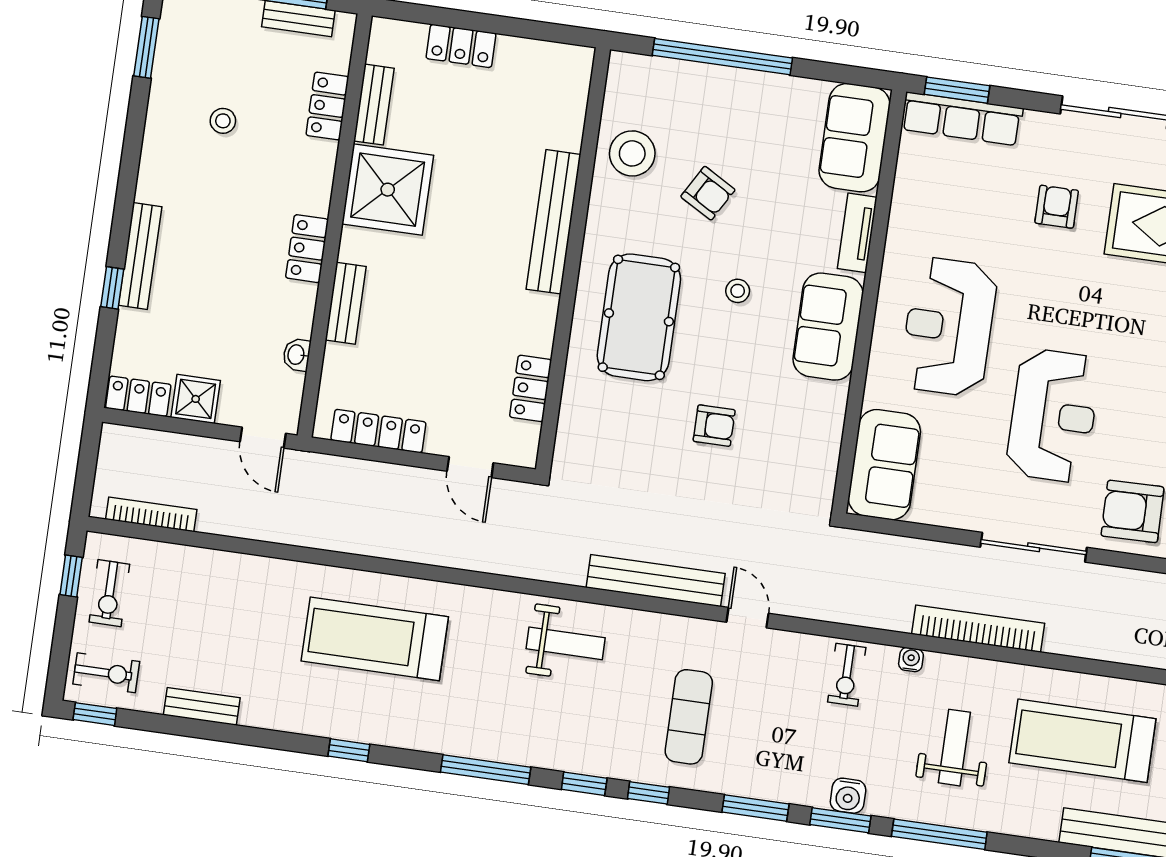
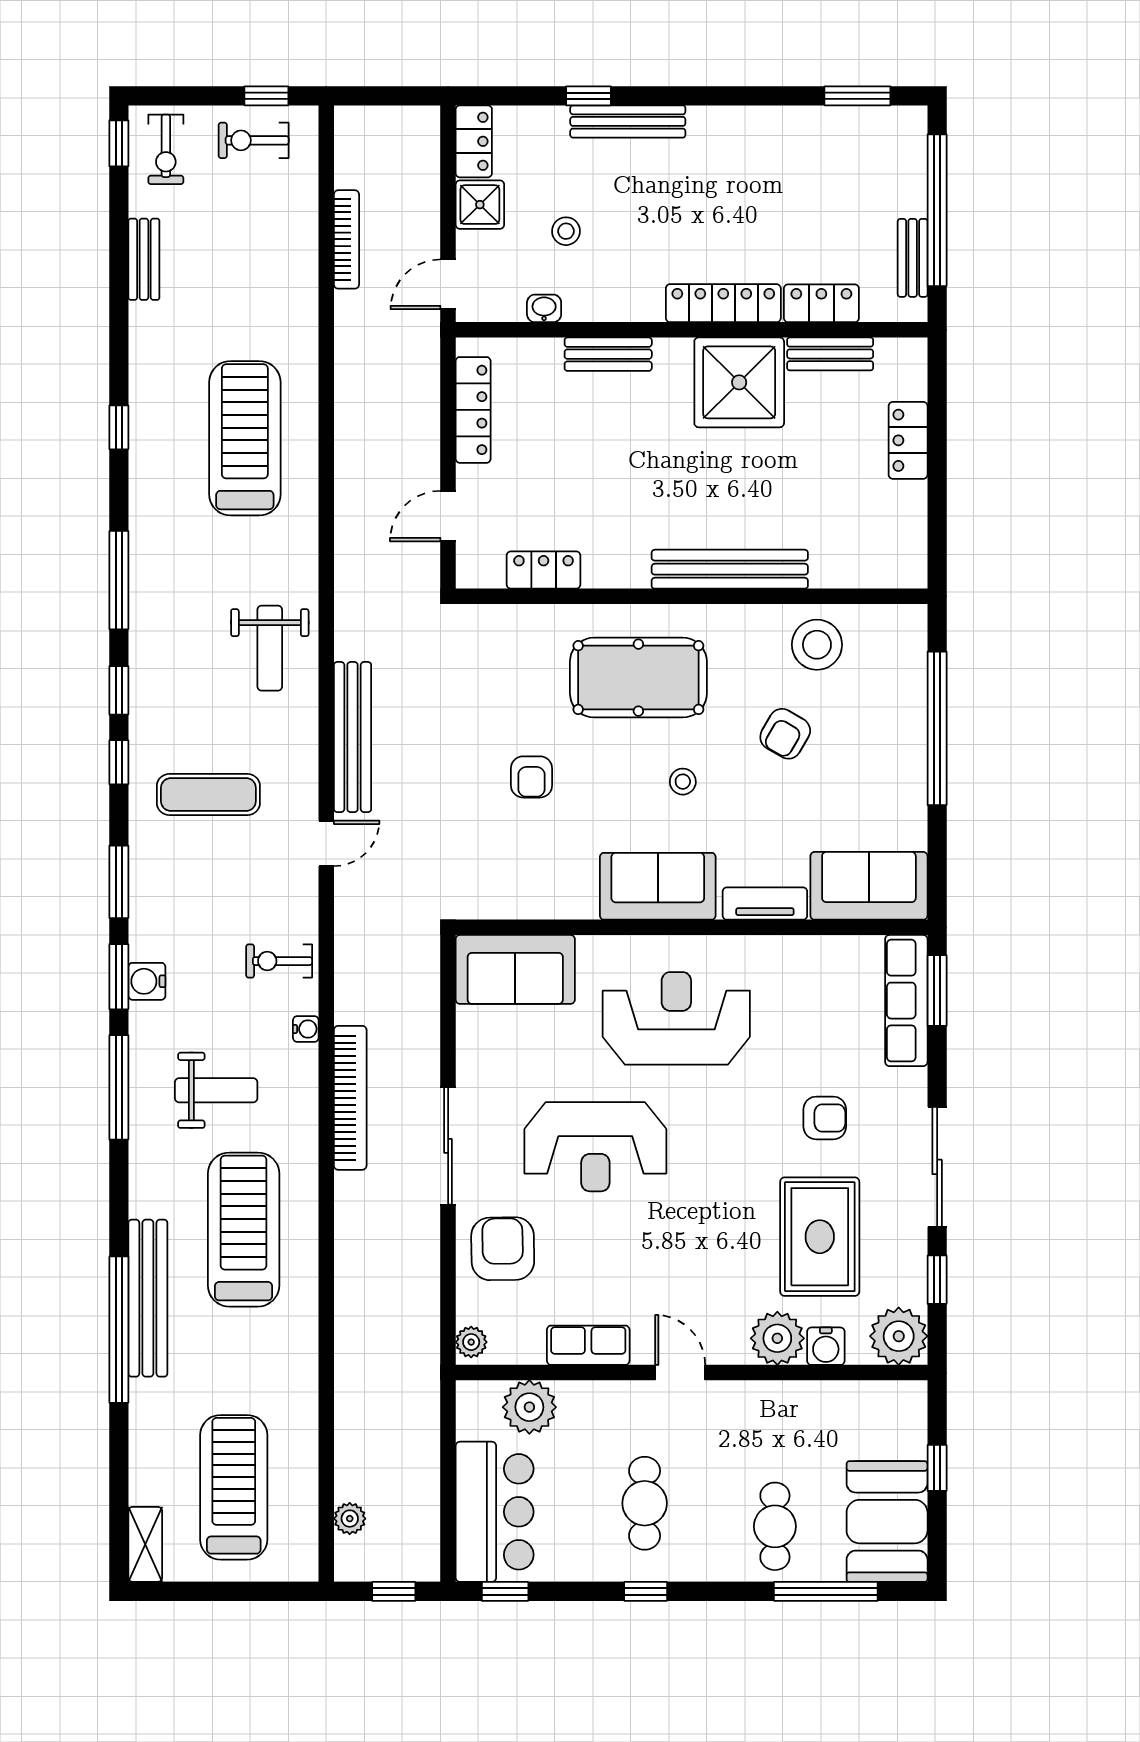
stool: (223, 121) -> (566, 231), moved
locker: (307, 249) -> (723, 303), moved, width x1.53
bookcase: (151, 514) -> (346, 239), moved

